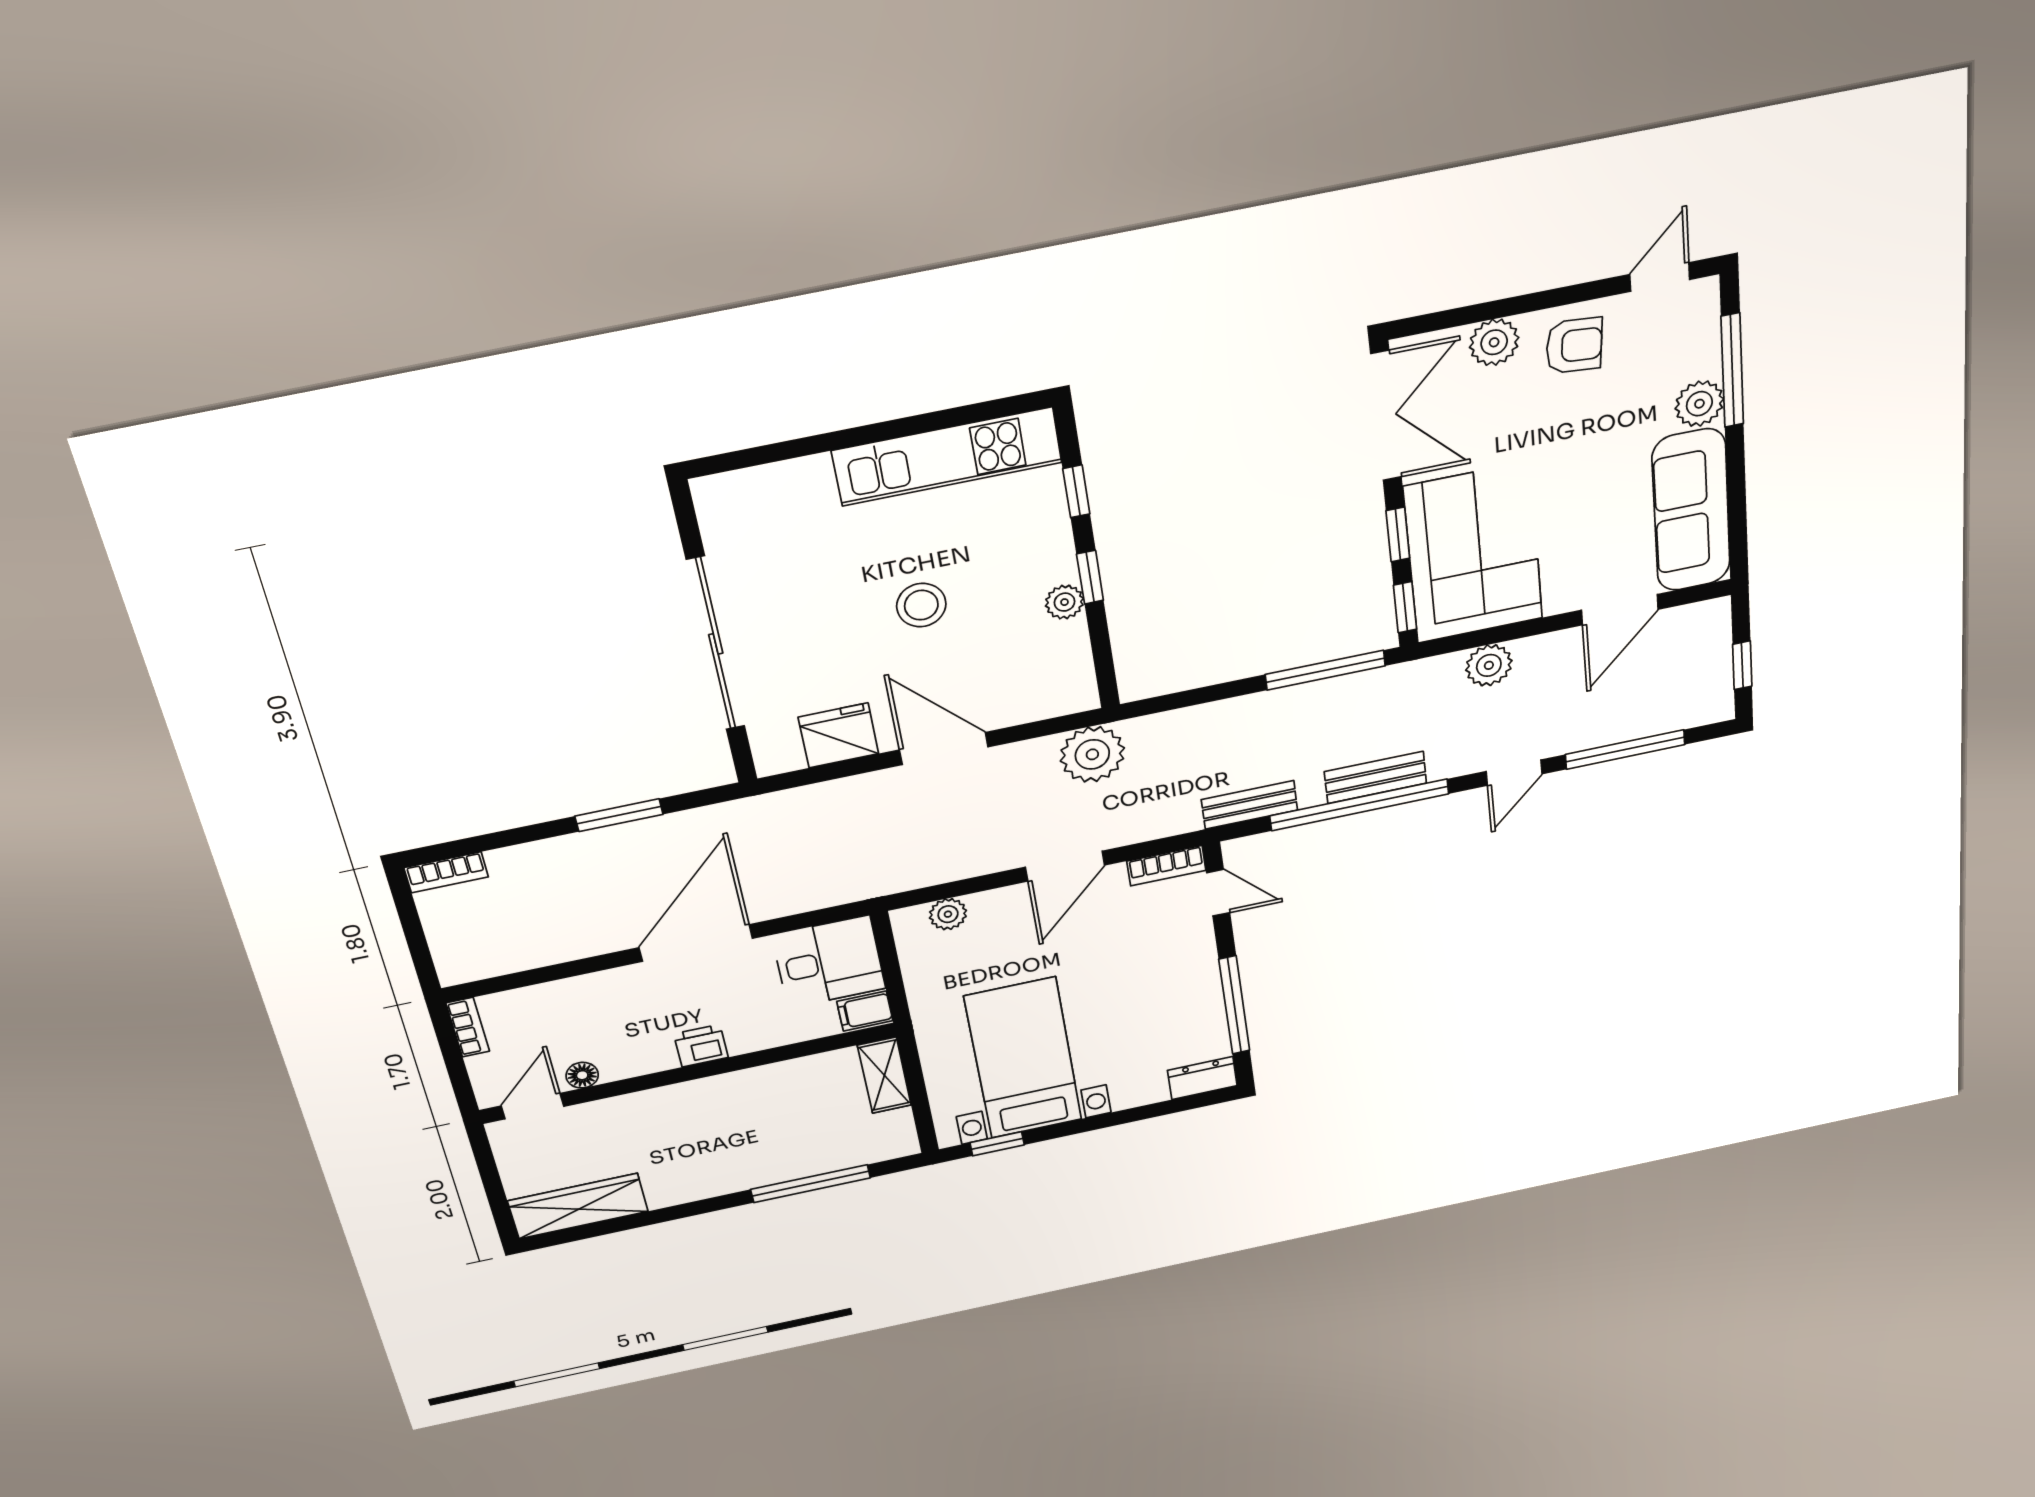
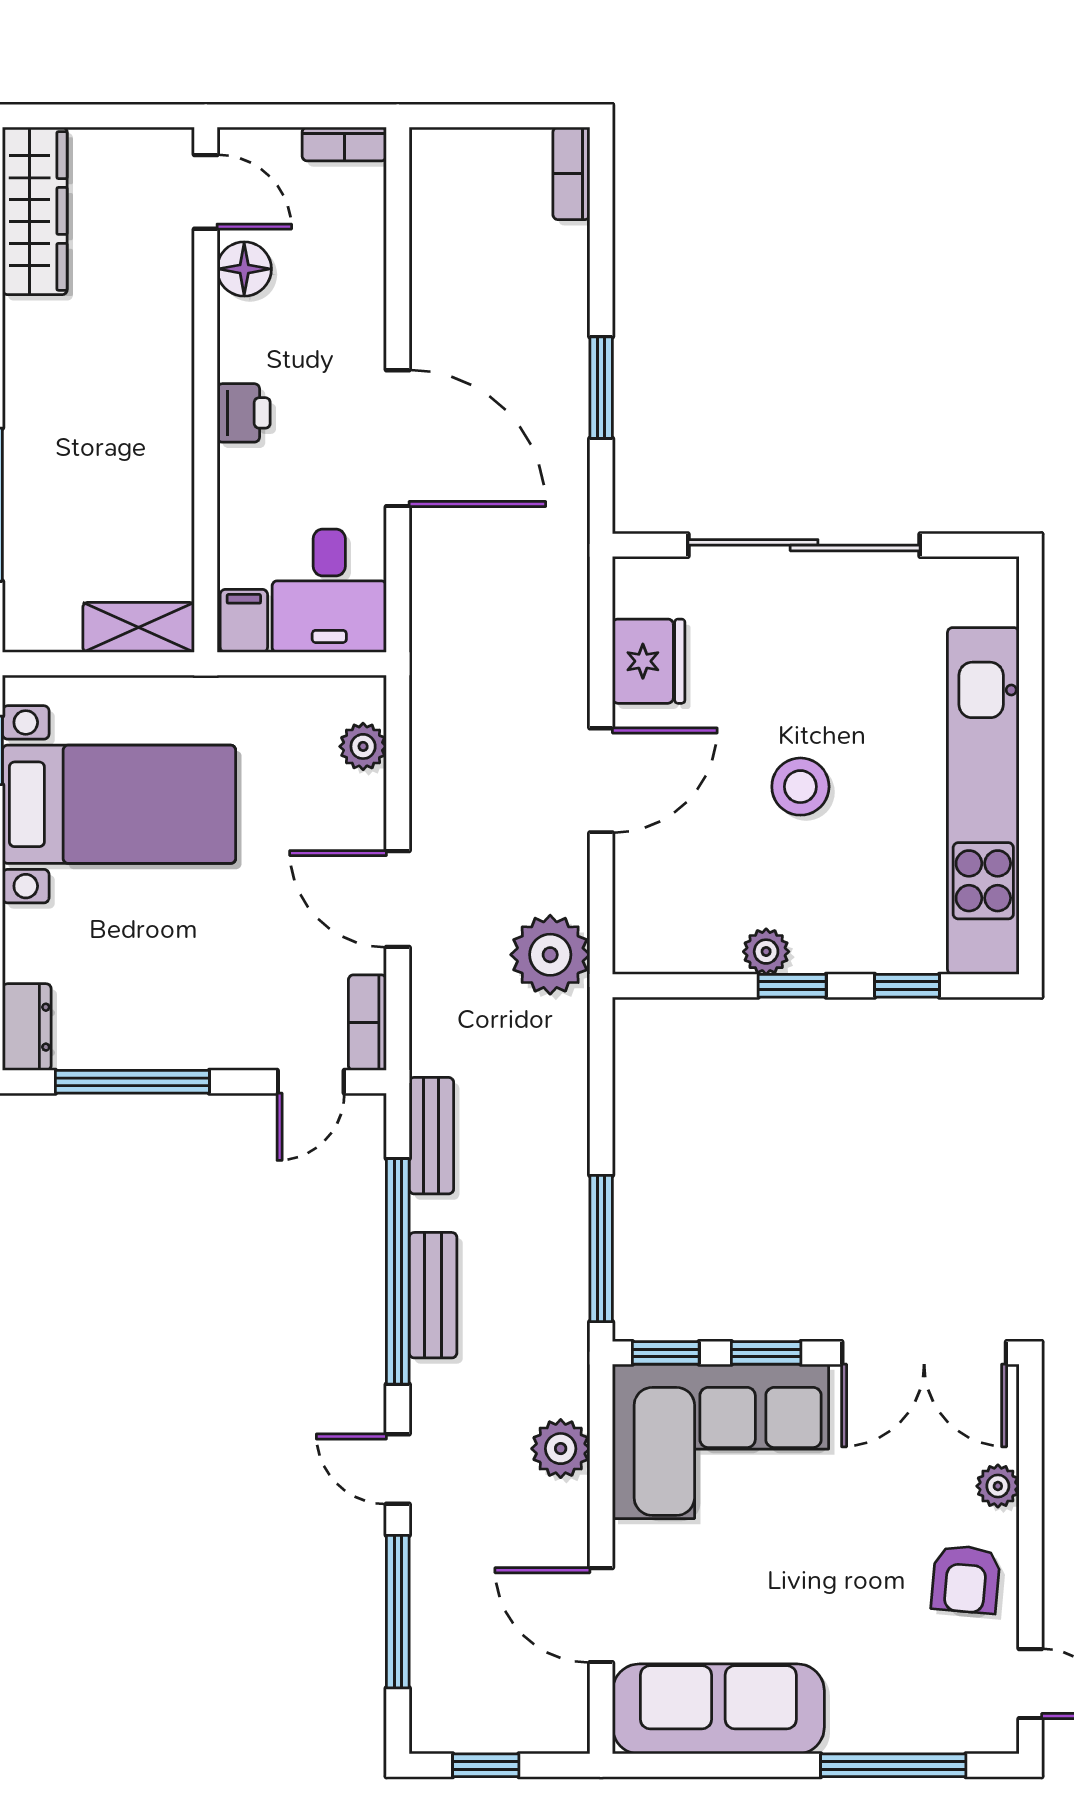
plant: (1494, 342) -> (998, 1486), width x0.73, depth x0.73
plant: (1699, 404) -> (858, 1724), removed
kitchen unit: (947, 457) -> (983, 801), width x1.36
floor lamp: (582, 1075) -> (244, 269), width x1.37, depth x1.37

